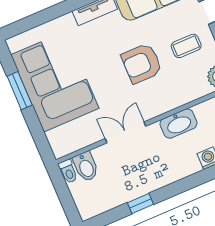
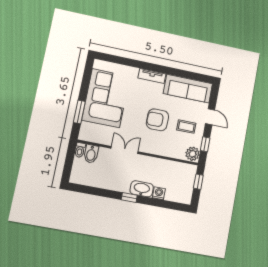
window: (20, 91) -> (79, 112), moved
washbasin: (178, 123) -> (142, 189), moved, turned 180
window: (140, 204) -> (129, 197), moved

